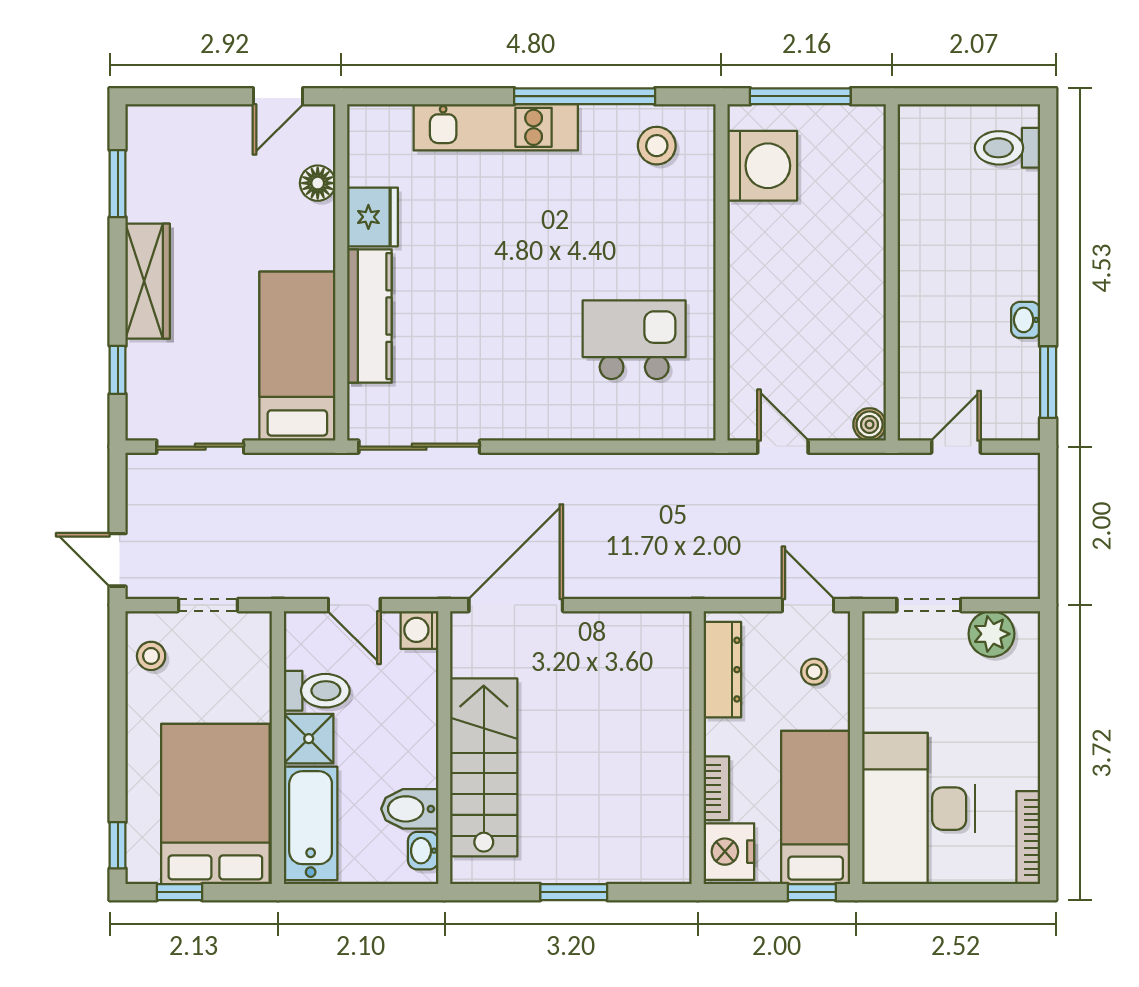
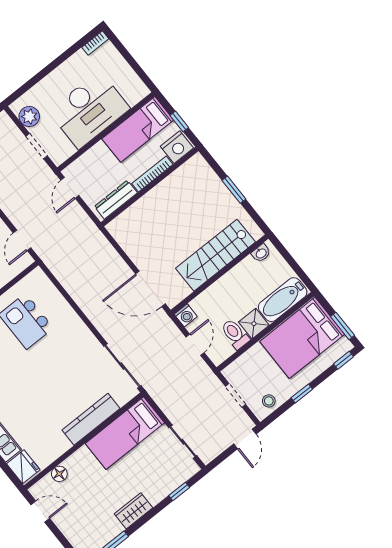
fridge: (373, 217) -> (23, 467), moved, turned 90
wardrobe: (148, 281) -> (134, 511), width x0.67
stool: (814, 672) -> (91, 167), removed
window: (118, 725) -> (302, 394), added
bookcase: (716, 788) -> (152, 174), width x1.56
bidet: (410, 809) -> (250, 269), removed
desk: (919, 809) -> (89, 110), moved
bookcase: (1028, 838) -> (95, 43), width x0.64
window: (179, 892) -> (343, 326), width x1.50
window: (812, 892) -> (179, 121), moved

